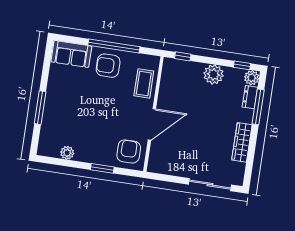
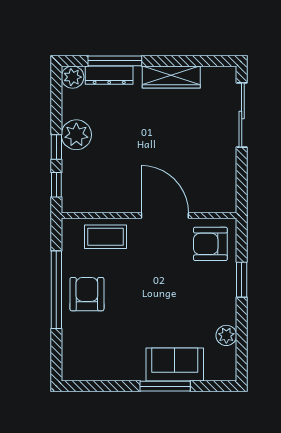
sofa: (71, 54) -> (175, 365), moved, turned -90
window: (242, 65) -> (56, 147), moved
armchair: (108, 66) -> (87, 294), turned 180
dresser: (250, 97) -> (109, 75), width x1.44

